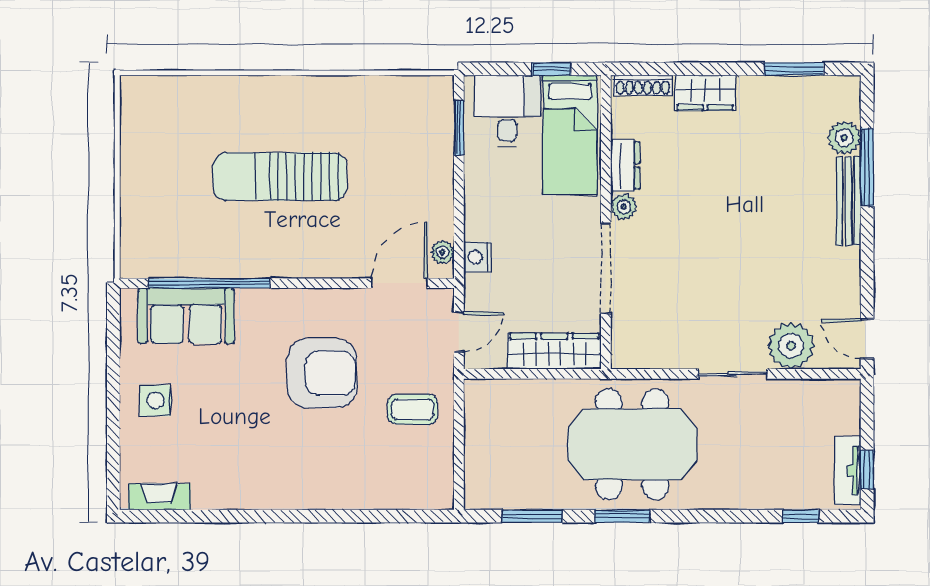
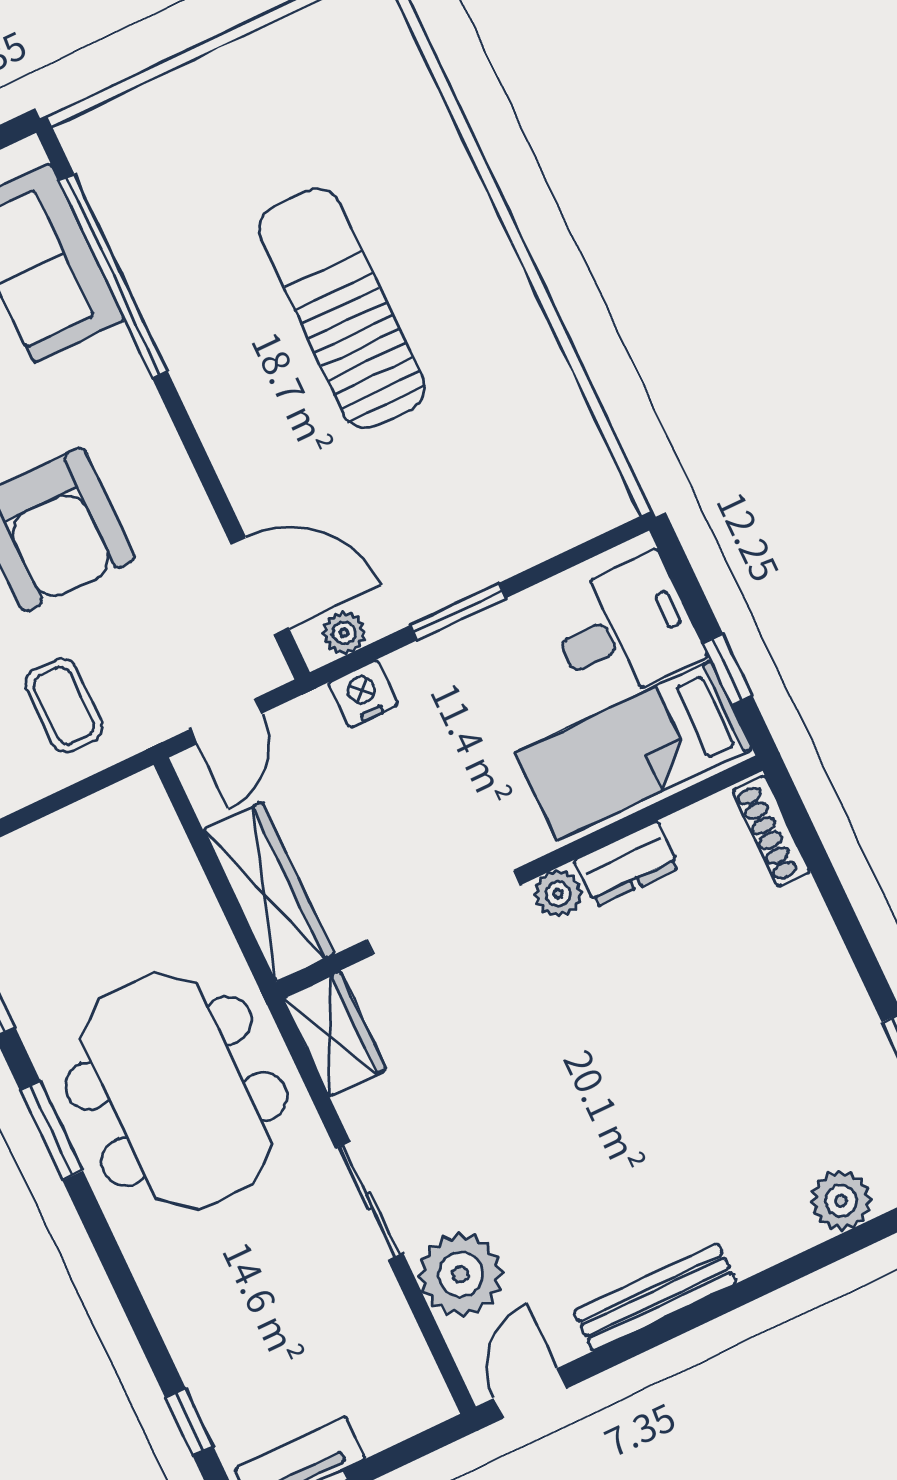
wardrobe: (705, 93) -> (335, 1034), moved, turned 180
window: (459, 128) -> (458, 612), moved
window: (867, 167) -> (811, 1261), removed
bench: (848, 201) -> (655, 1297), moved
door: (459, 332) -> (226, 721), hinge flipped

